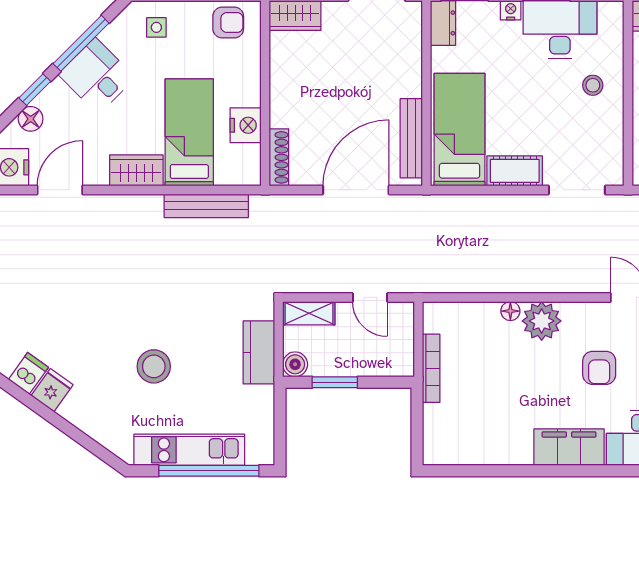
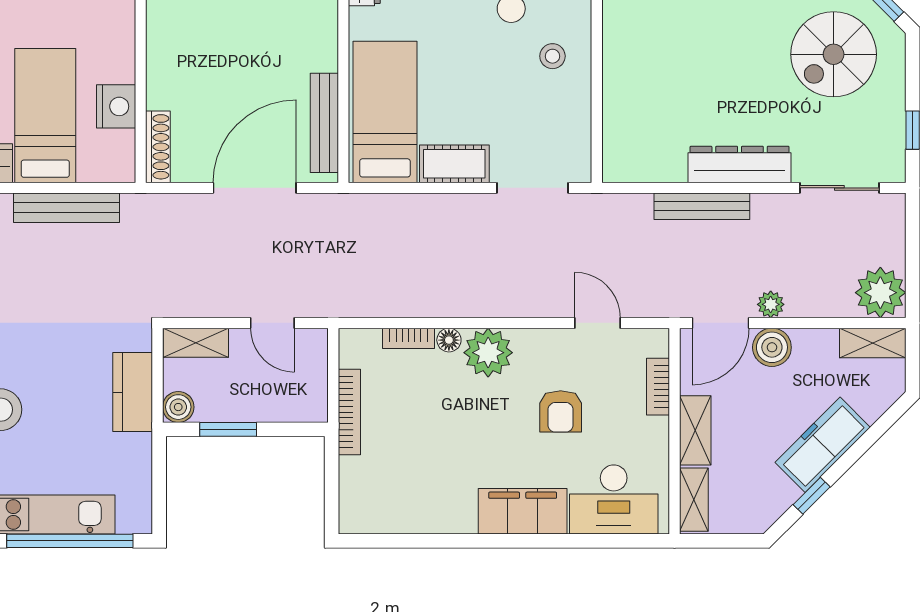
bookcase: (478, 310) -> (408, 338), added

